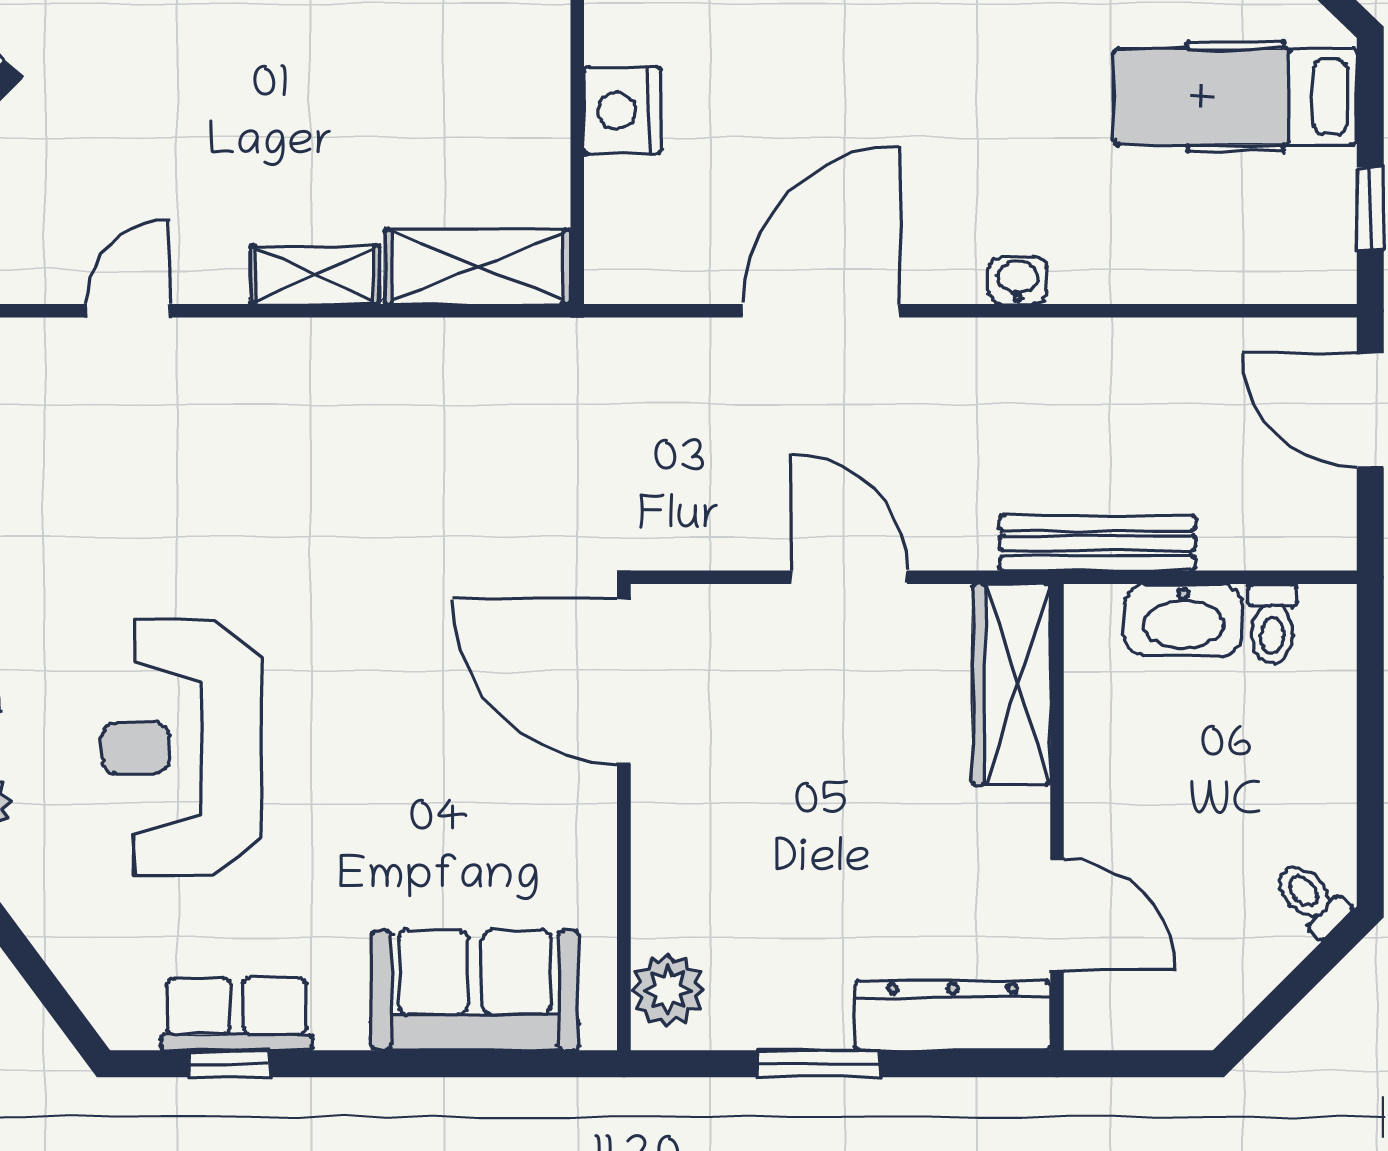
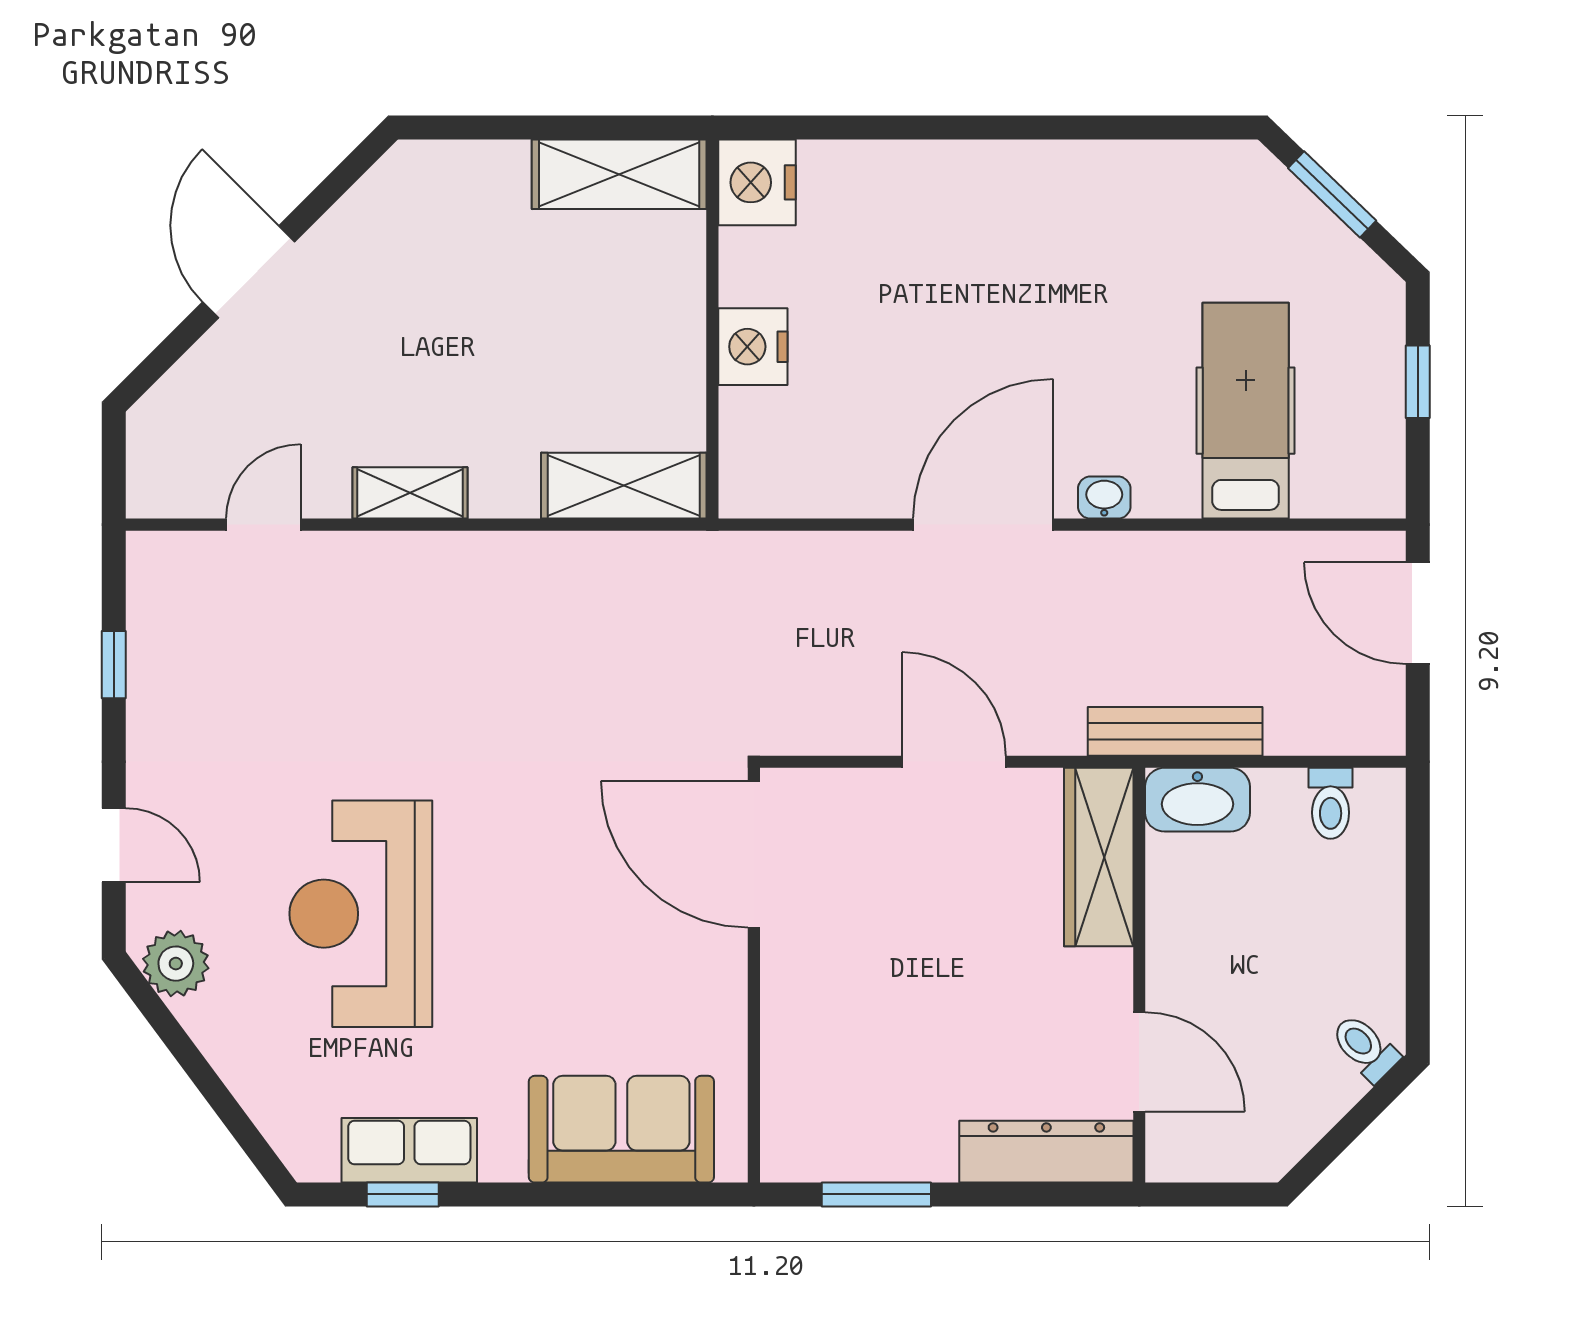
hospital bed: (1235, 97) -> (1246, 411), moved, turned 90
window: (1370, 208) -> (1418, 382), moved
shelving: (315, 275) -> (410, 493), moved
door: (128, 311) -> (263, 525), moved
door: (821, 311) -> (983, 525), moved
washbasin: (1183, 620) -> (1197, 800), moved
plant: (668, 990) -> (793, 1129), removed
window: (818, 1064) -> (876, 1194), moved

